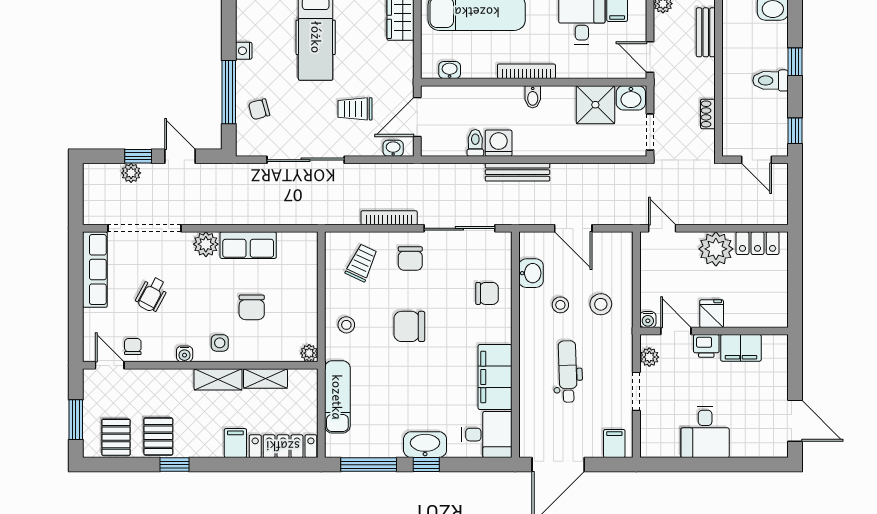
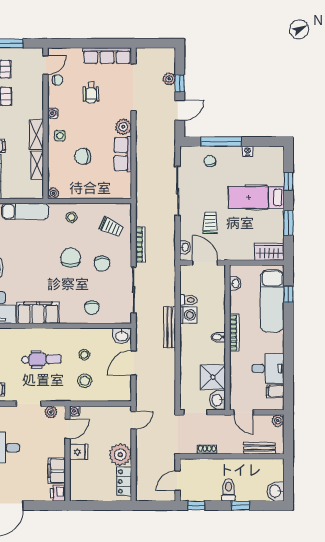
door: (650, 57) -> (244, 412), swing flipped
chair: (410, 258) -> (102, 264), moved, turned -90
washbasin: (531, 273) -> (122, 336), moved
wheelchair: (152, 294) -> (91, 92), turned -118
printer: (706, 346) -> (58, 493), moved

